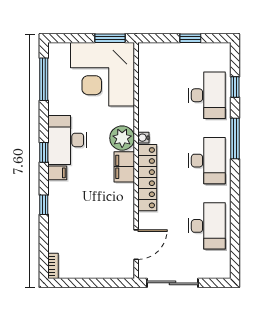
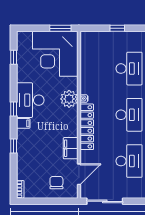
window: (44, 79) -> (14, 57), width x0.46
filing cabinet: (124, 167) -> (71, 148), moved
chair: (104, 256) -> (56, 183), added

